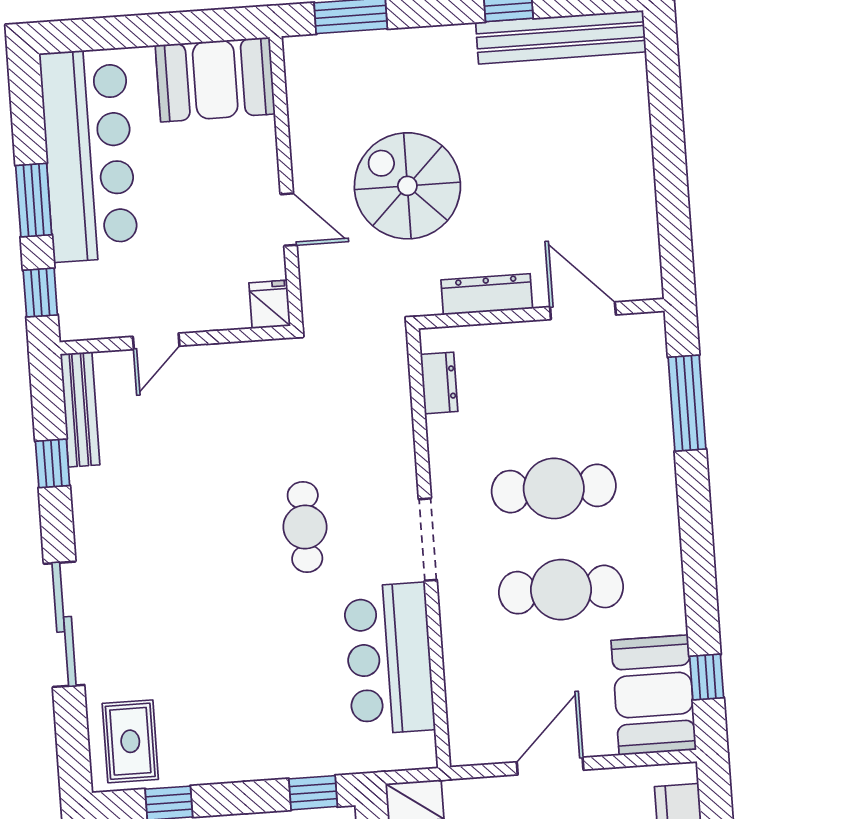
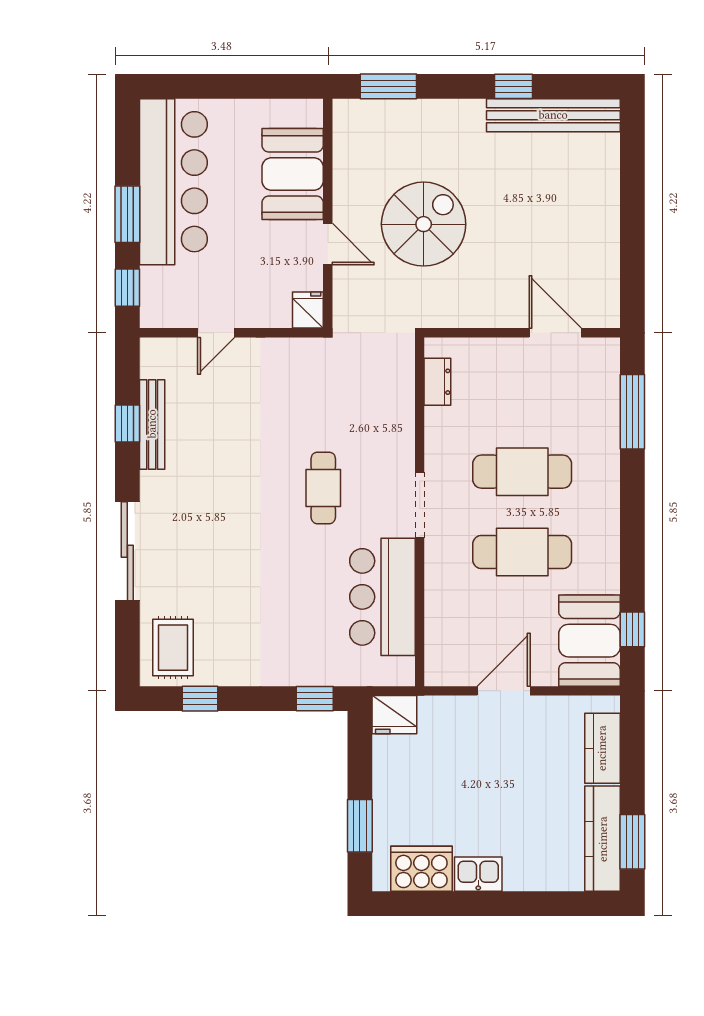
booth: (215, 80) -> (293, 174), moved, turned 90
spiral stairs: (407, 186) -> (424, 224), turned 90
dresser: (487, 294) -> (480, 314), removed
bench: (80, 409) -> (152, 424), moved

